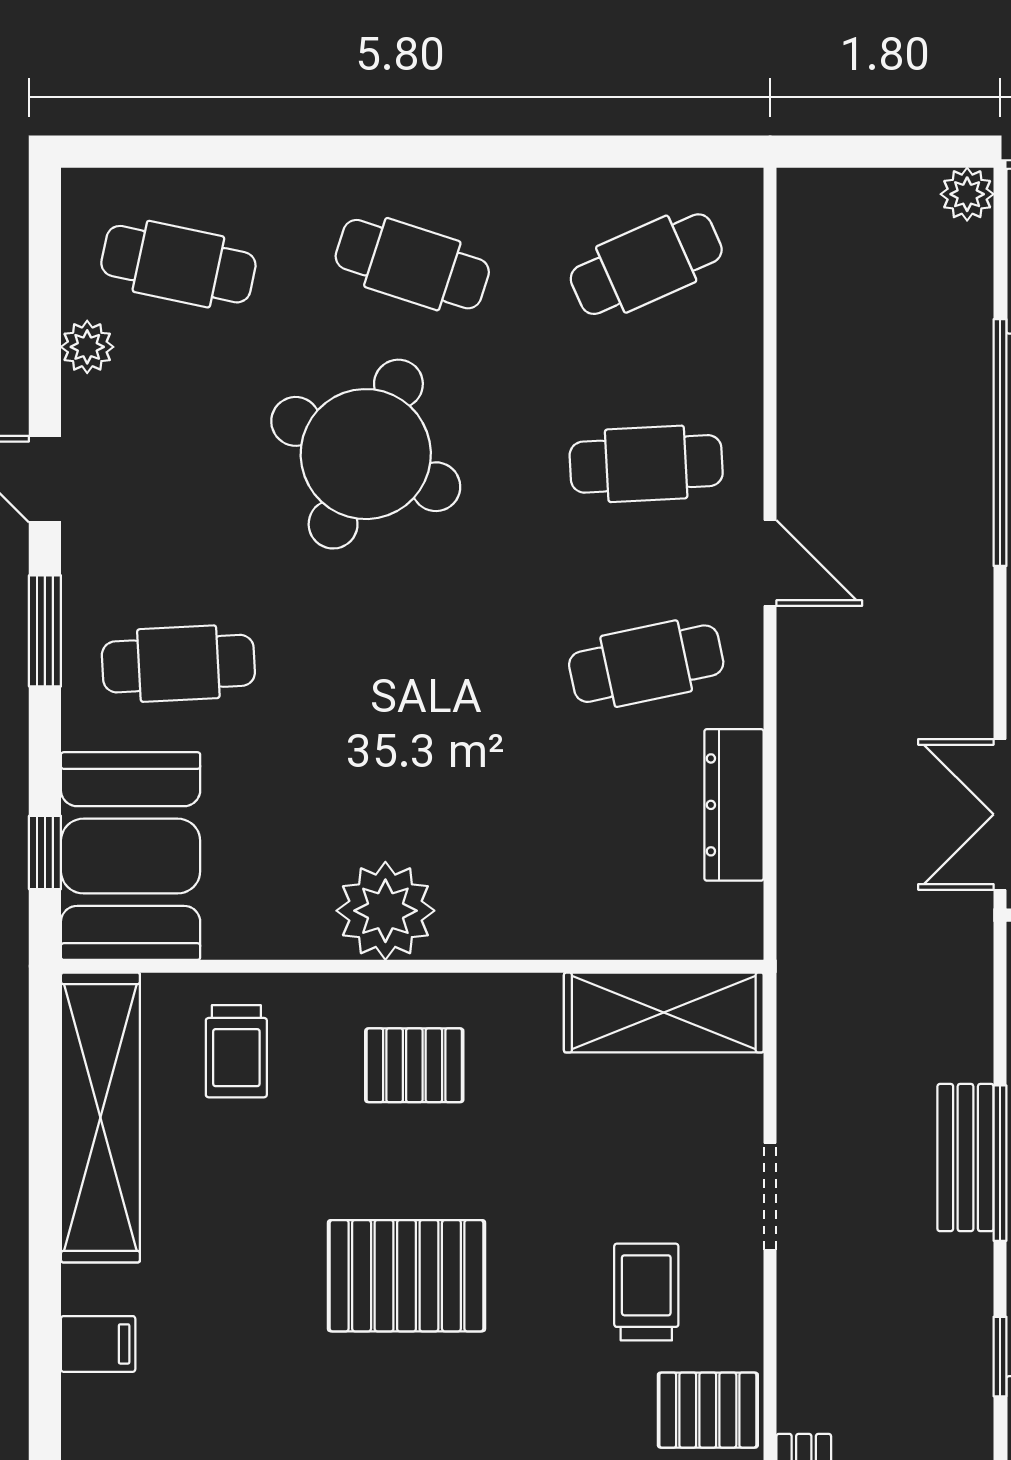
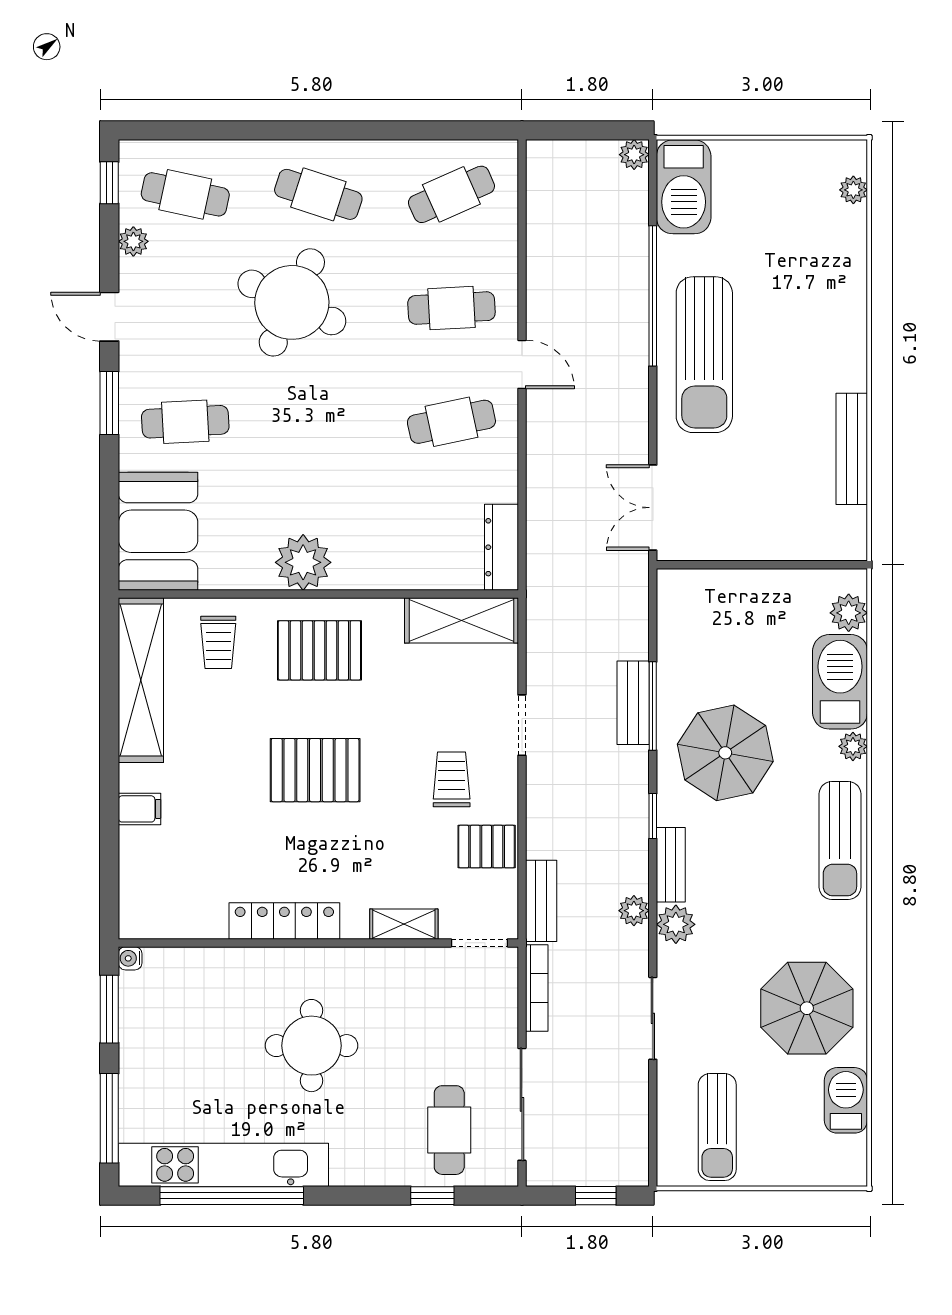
dresser: (734, 805) -> (501, 547), moved
window: (45, 852) -> (109, 183), moved
pallet: (414, 1065) -> (319, 650), width x1.50, depth x1.42

